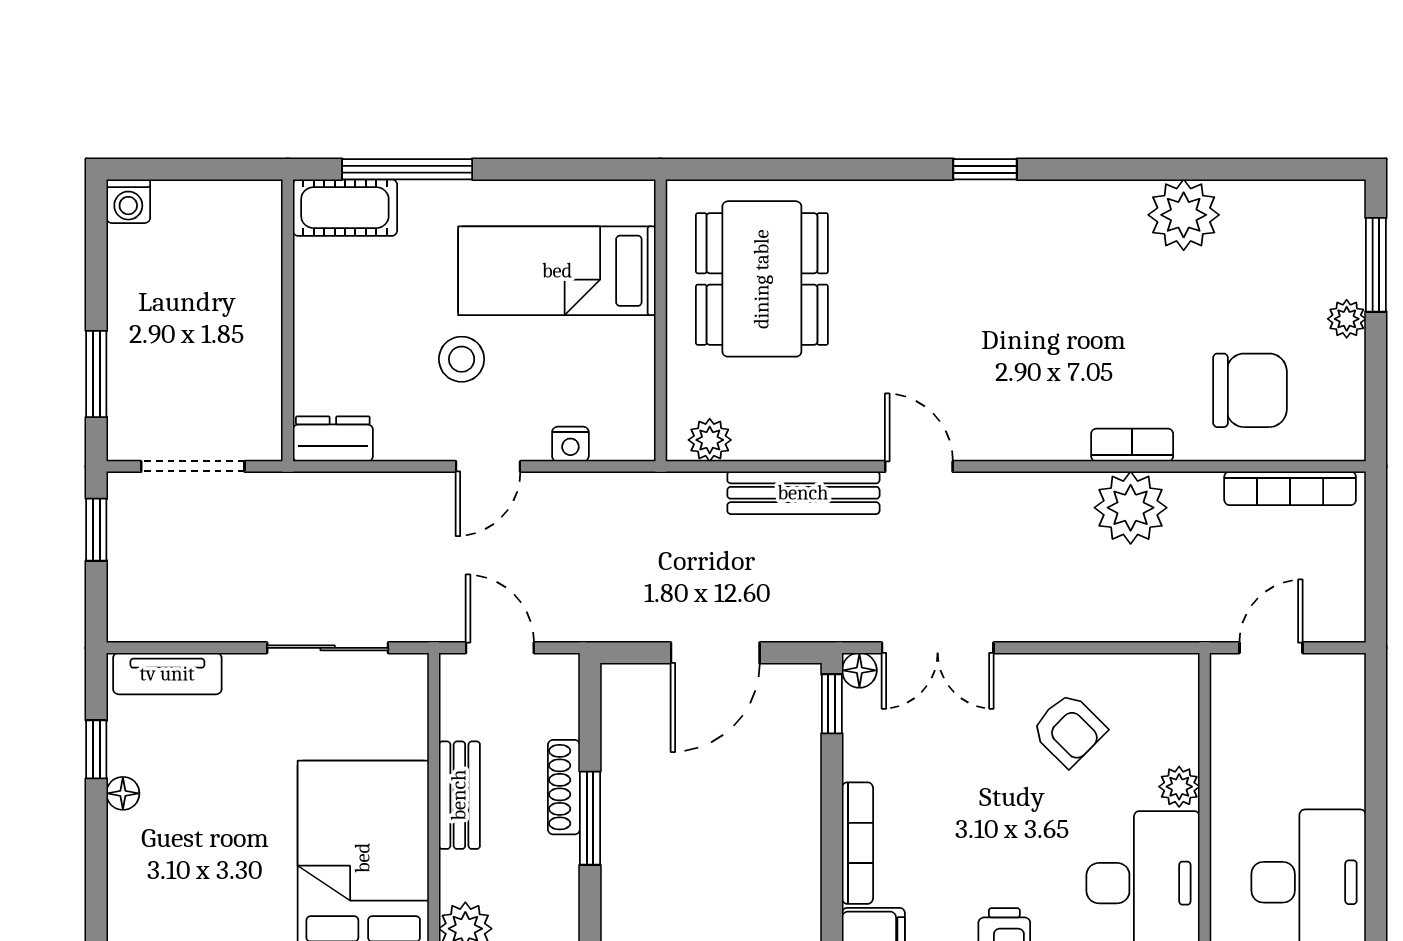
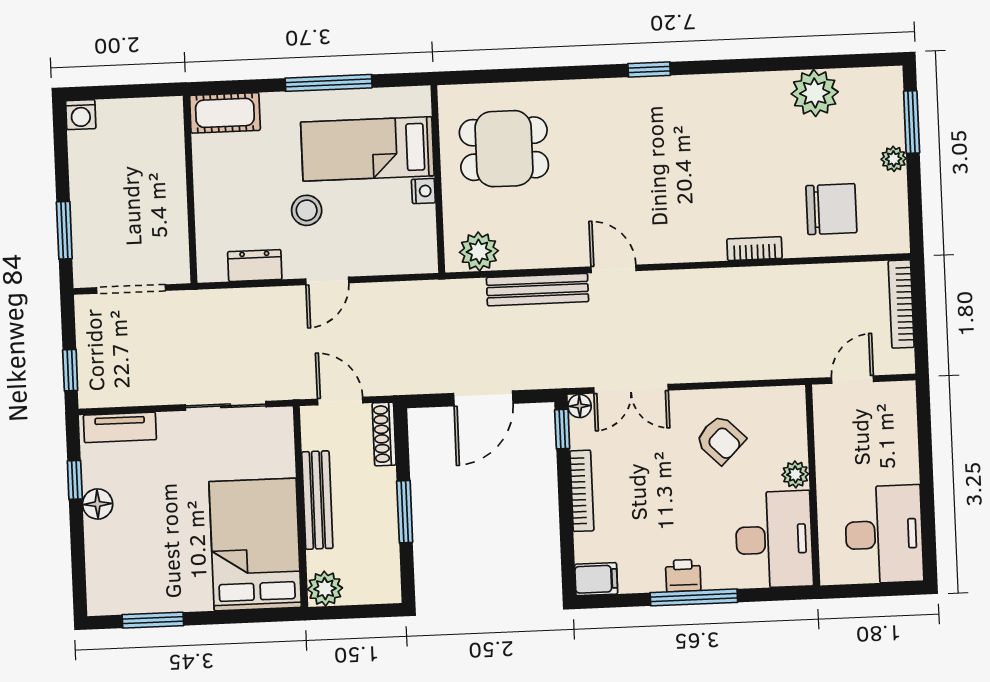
window: (407, 169) -> (329, 83), moved
plant: (1184, 215) -> (815, 93), moved
dining table: (762, 279) -> (504, 149), width x0.73
dresser: (333, 439) -> (255, 266), moved
plant: (710, 440) -> (479, 252), width x1.38, depth x1.38
nightstand: (570, 444) -> (423, 191), moved, turned -90
bookcase: (1290, 488) -> (901, 304), moved, turned 90
plant: (1131, 508) -> (755, 290), removed
window: (96, 530) -> (70, 370), moved
shoe rack: (564, 787) -> (384, 434), moved
floor lamp: (123, 793) -> (98, 504), width x1.37, depth x1.37
bench: (459, 795) -> (317, 500), width x1.36
bookcase: (857, 843) -> (582, 491), moved

